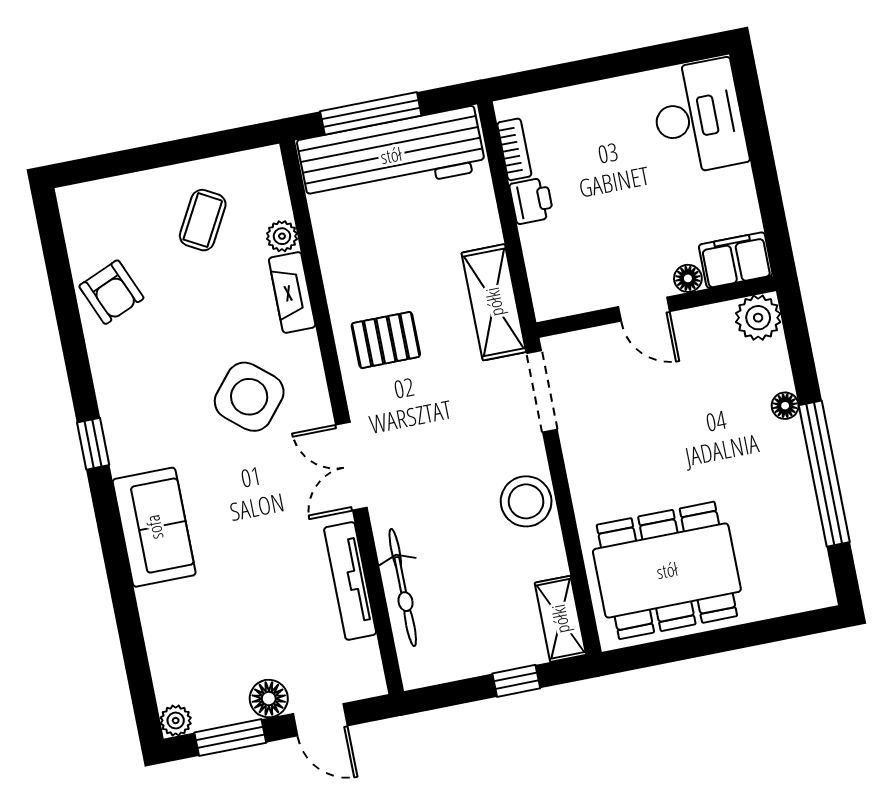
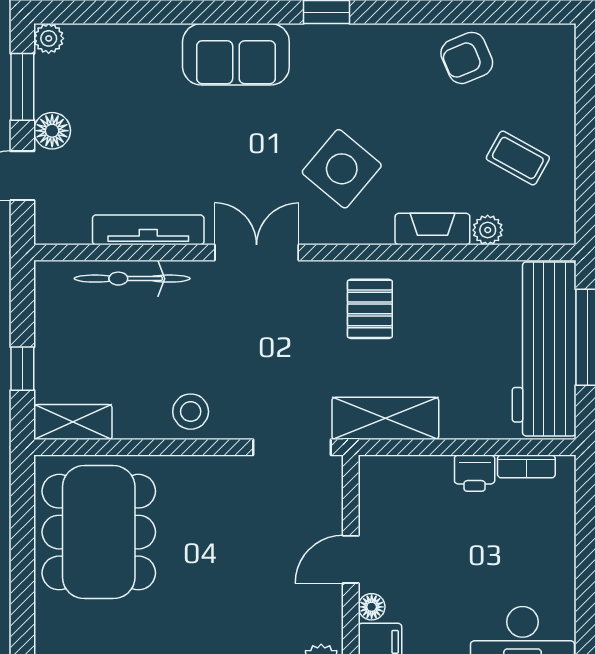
stool: (526, 501) -> (191, 412), width x0.73, depth x0.73

